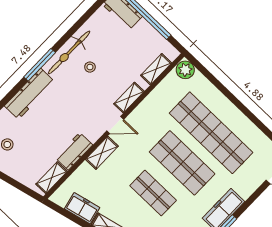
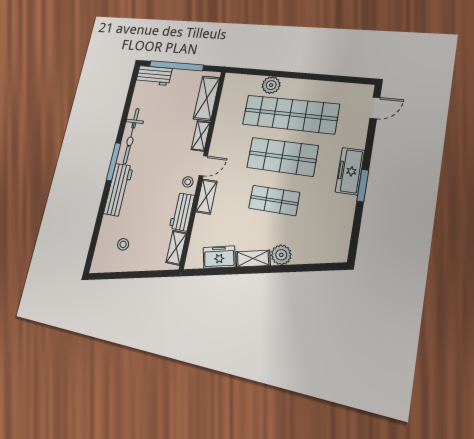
stool: (90, 67) -> (188, 182), moved
shelving: (156, 69) -> (207, 98), width x1.50, depth x1.33
plant: (185, 70) -> (271, 85), moved

